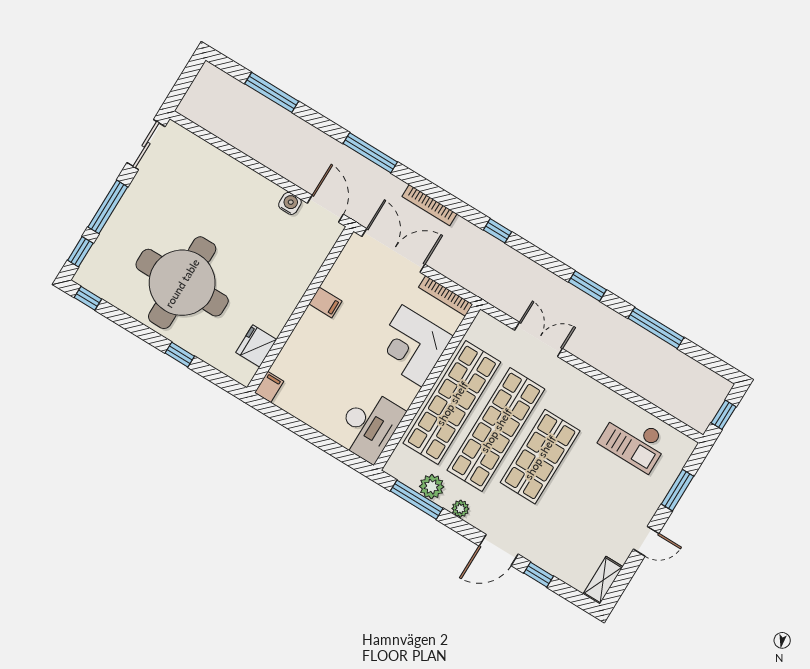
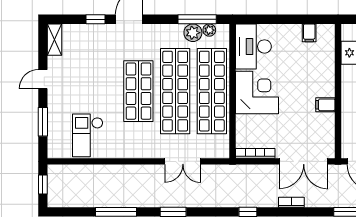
bookcase: (429, 205) -> (291, 202), width x0.64
corner desk: (412, 346) -> (257, 93), moved
filing cabinet: (269, 387) -> (309, 33), moved
checkout: (634, 441) -> (88, 135), turned -90
plant: (460, 509) -> (209, 30), moved

